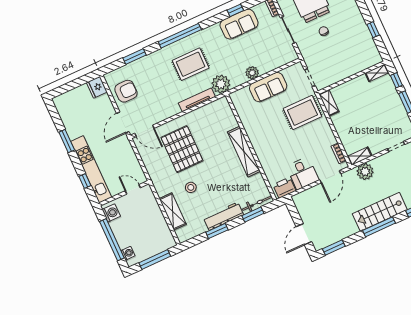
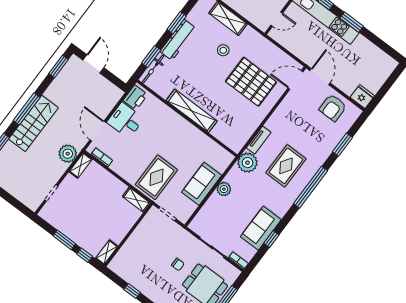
tv unit: (197, 100) -> (259, 140), width x0.71
window: (67, 141) -> (352, 22), moved

